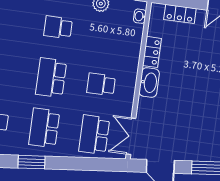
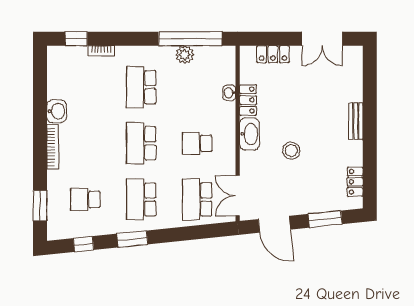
washbasin: (140, 16) -> (229, 93), moved
school desk: (58, 27) -> (141, 87), width x1.85
stool: (184, 103) -> (291, 151), added

